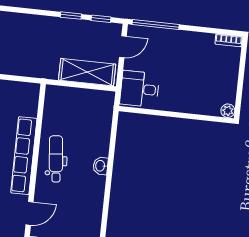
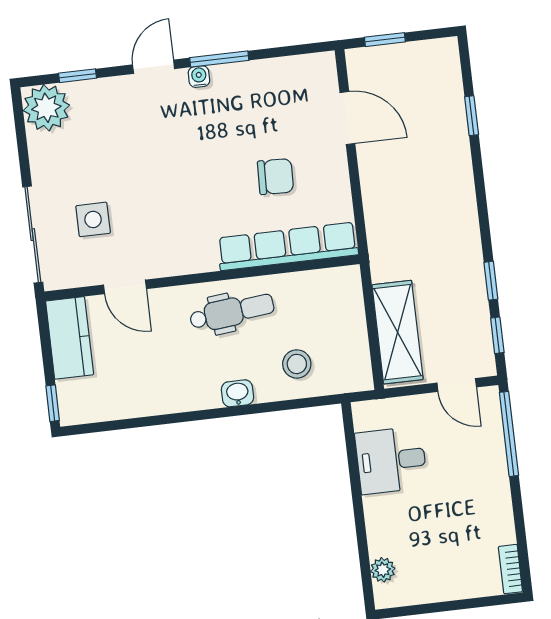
desk: (140, 89) -> (391, 460), moved, turned -90
plant: (228, 111) -> (383, 570), moved
stool: (92, 130) -> (297, 364), added
row of seats: (24, 156) -> (288, 246), moved

